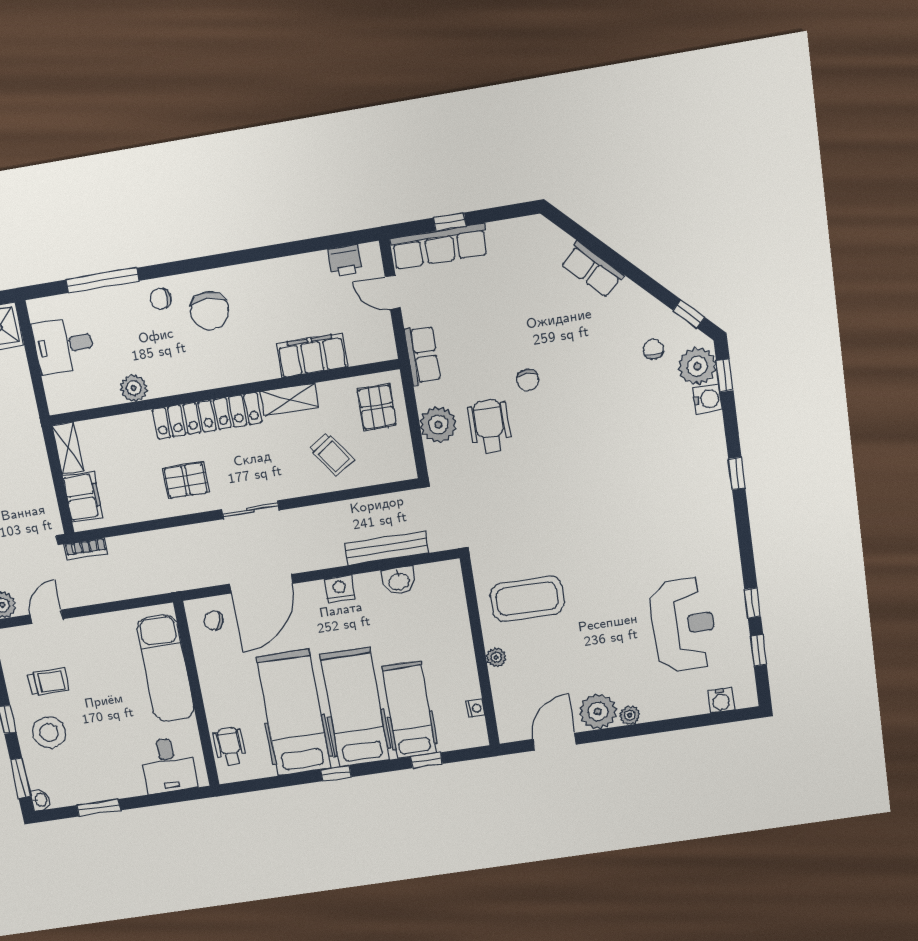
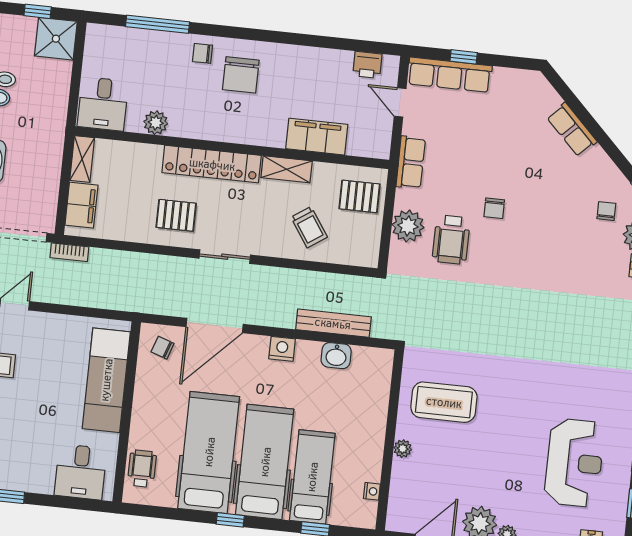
desk: (63, 345) -> (103, 104), moved, turned -90
pallet: (377, 407) -> (359, 196), turned 90
wheelchair: (489, 426) -> (451, 240), turned 180

